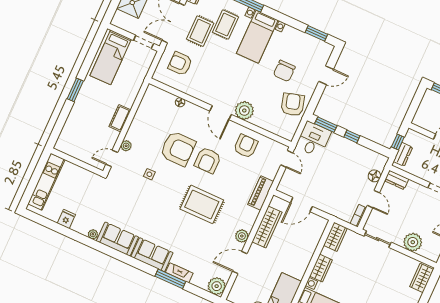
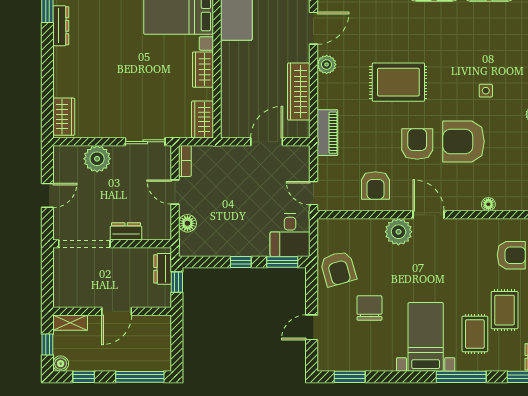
dresser: (397, 180) -> (126, 231), moved

